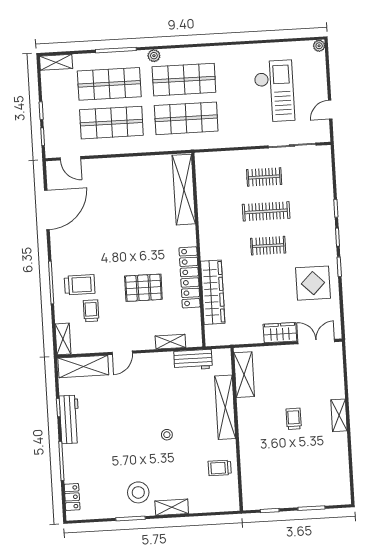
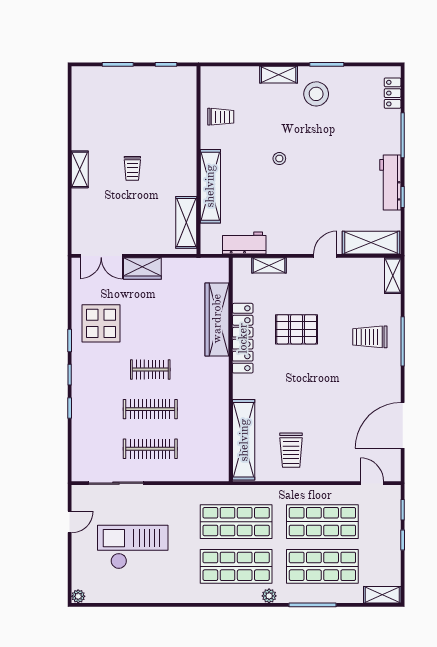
checkout: (274, 91) -> (133, 547), turned 90
clothes rail: (264, 177) -> (150, 449), width x1.36
trolley: (91, 311) -> (291, 450), moved, width x1.36, depth x1.39

